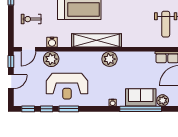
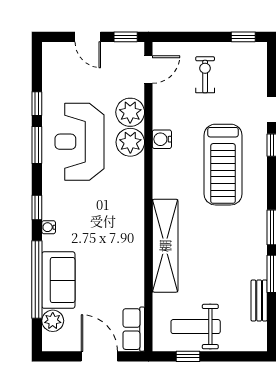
shelving: (96, 40) -> (165, 246), moved
water cooler: (52, 42) -> (162, 139), moved
door: (28, 49) -> (148, 69), swing flipped
plant: (109, 59) -> (130, 142), moved
window: (28, 109) -> (37, 207), moved

